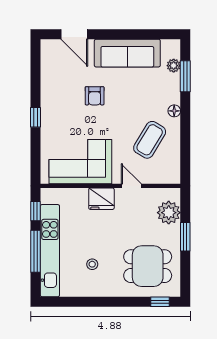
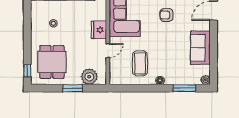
sofa: (127, 53) -> (200, 48), width x0.73
plant: (174, 66) -> (205, 80), moved
armchair: (95, 96) -> (167, 15), moved
coffee table: (150, 140) -> (140, 63), turned 59

